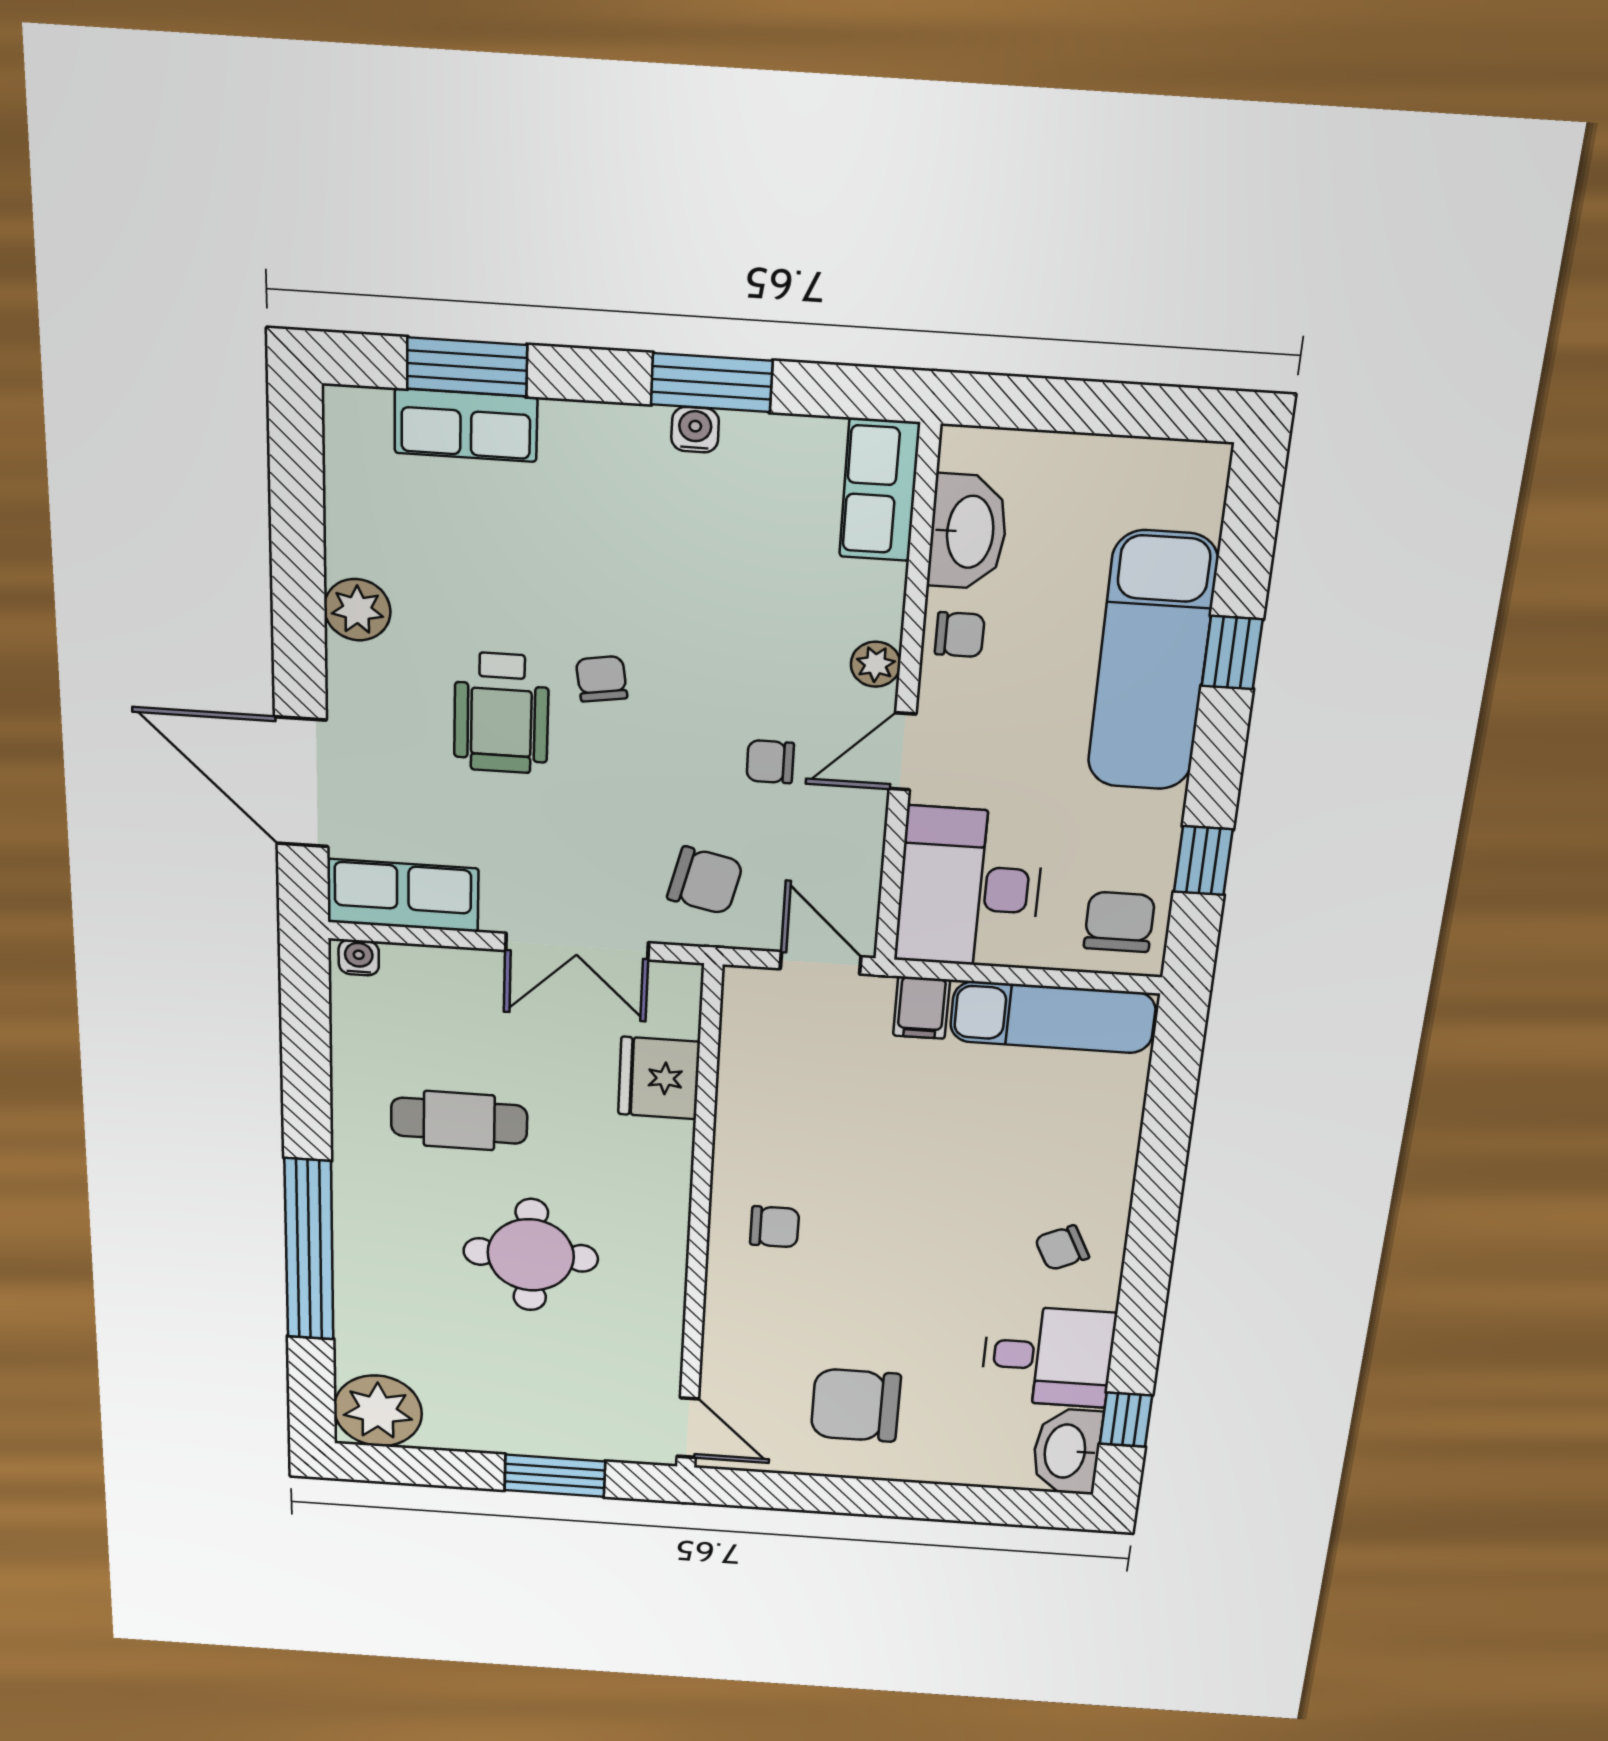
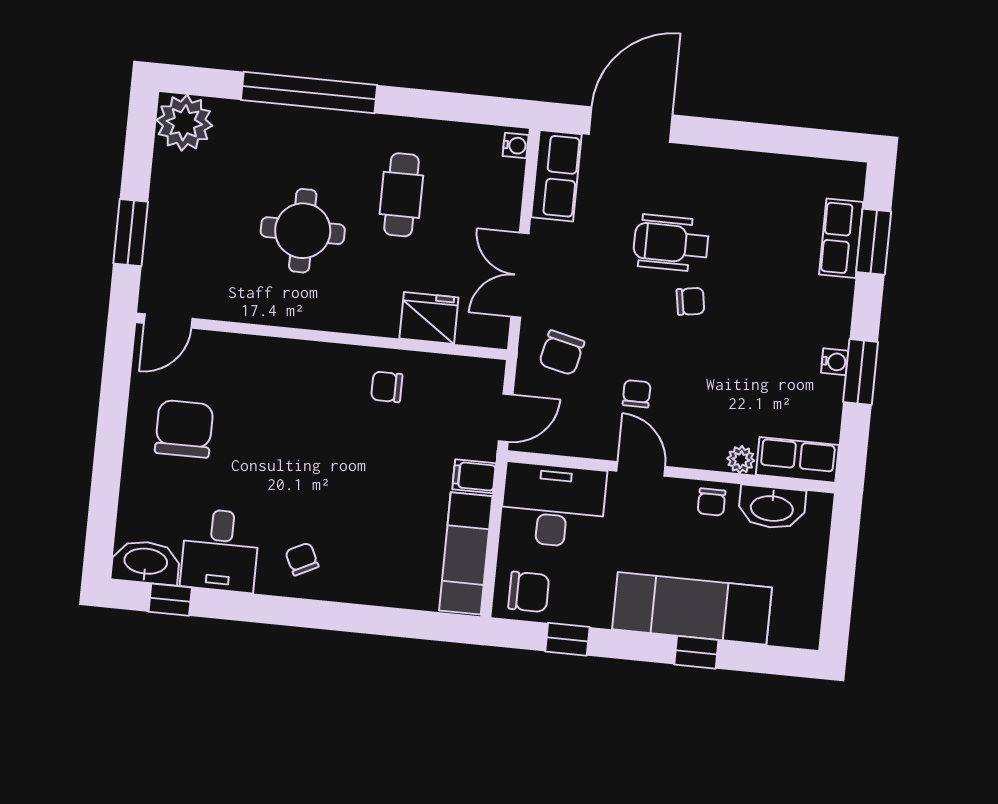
plant: (357, 610) -> (736, 168), removed
plant: (876, 664) -> (741, 460), moved
chair: (775, 1227) -> (387, 387), moved, turned 90

